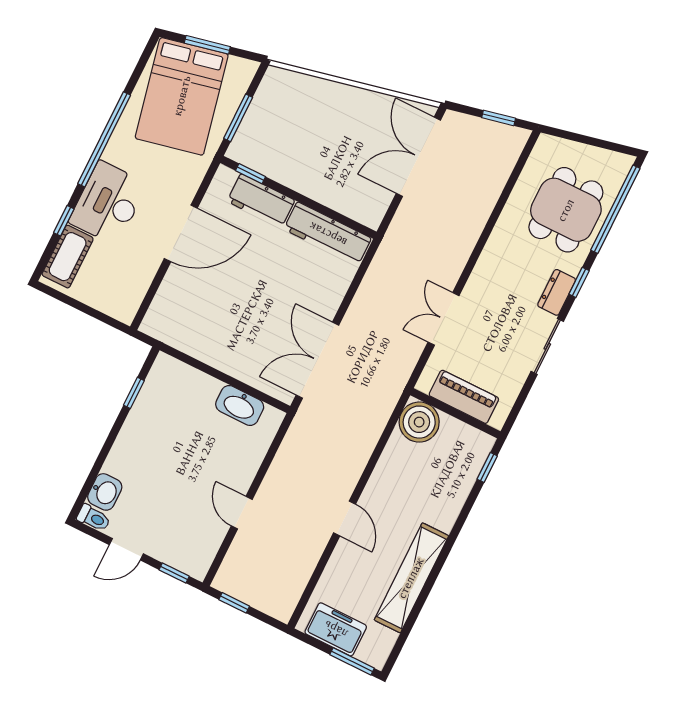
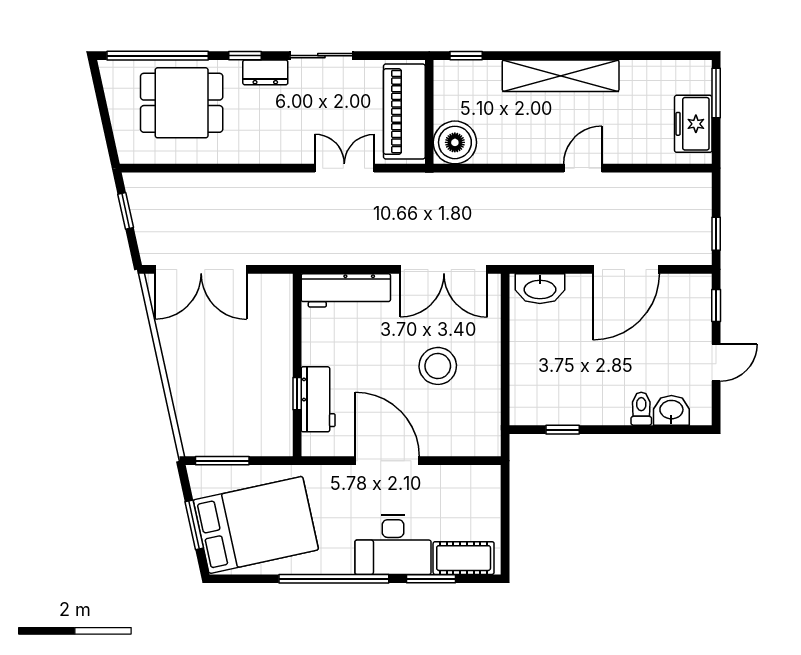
window: (238, 118) -> (222, 461), moved
window: (251, 174) -> (297, 394), moved
window: (64, 221) -> (431, 579), width x1.50
workbench: (328, 234) -> (346, 290), moved, turned 90
stool: (239, 315) -> (438, 366), added
double door: (444, 319) -> (344, 168), swing flipped
piano: (464, 397) -> (404, 112), width x1.37, depth x1.33
washbasin: (240, 405) -> (540, 289), moved, turned 90
door: (242, 513) -> (626, 269), width x1.87
toilet: (94, 518) -> (641, 409), moved
door: (126, 549) -> (716, 363), hinge flipped
shelving: (411, 578) -> (561, 76), moved

